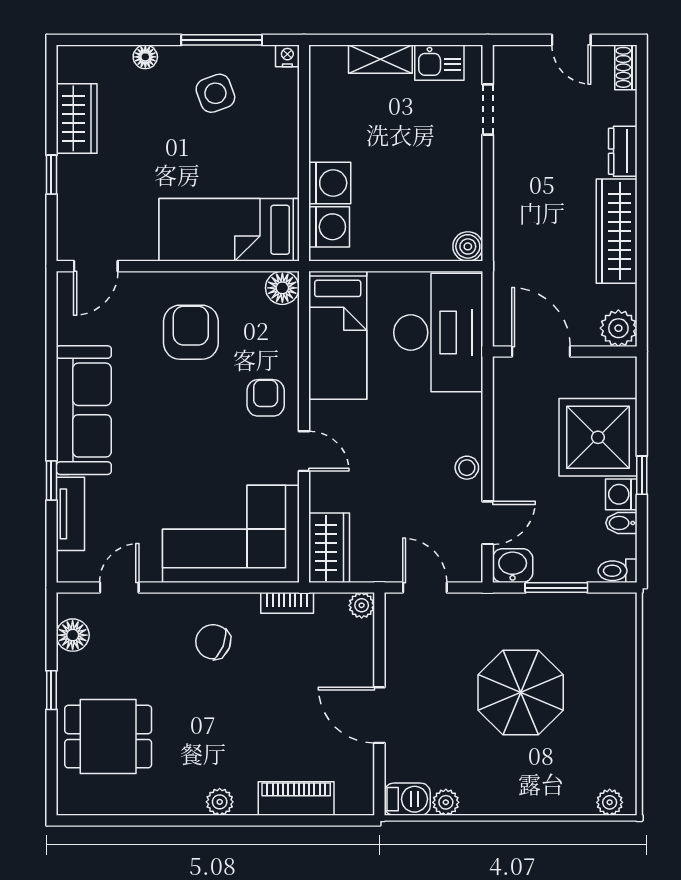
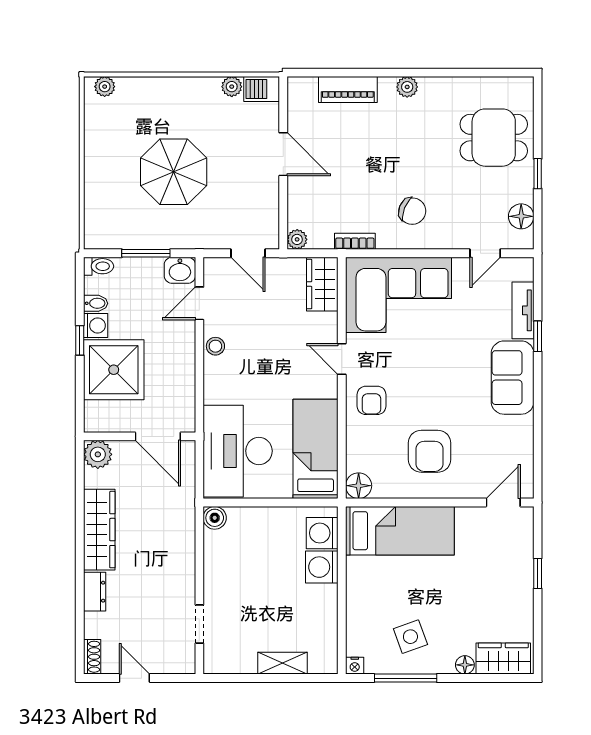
kitchen sink: (439, 63) -> (237, 660), removed
wardrobe: (77, 118) -> (503, 659), moved, turned 90
sofa: (84, 410) -> (513, 378), width x0.73

